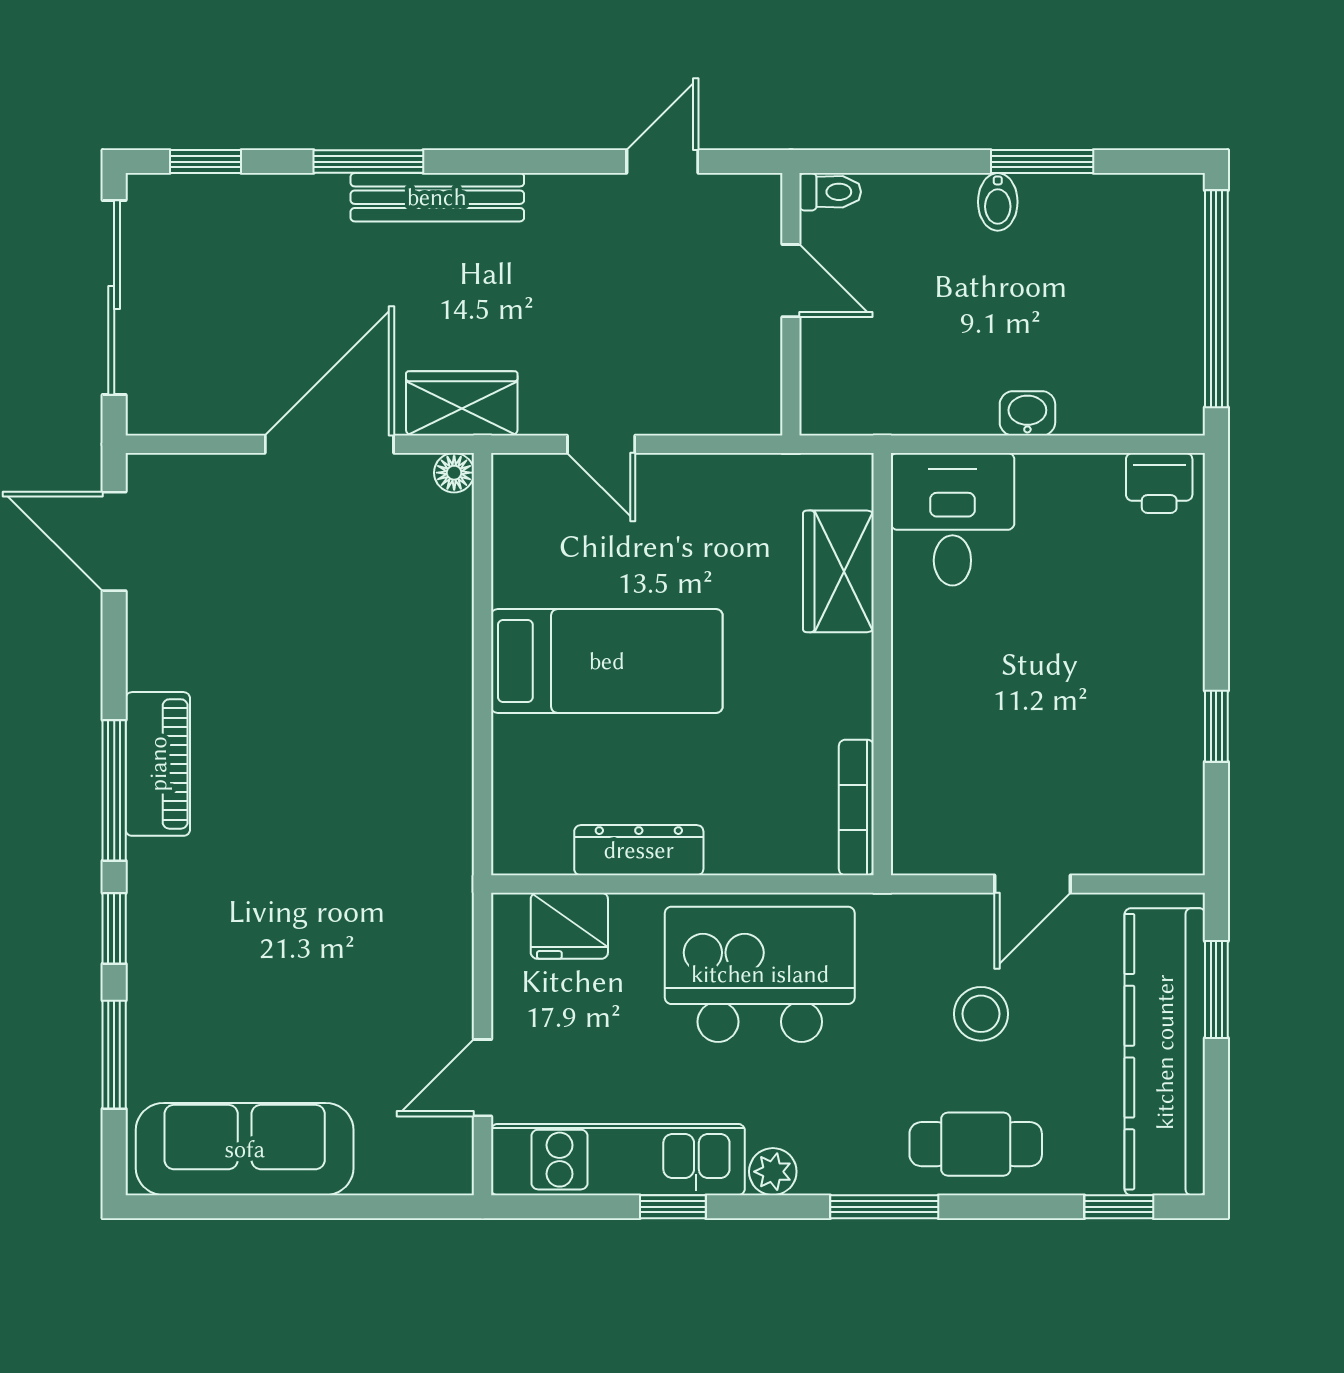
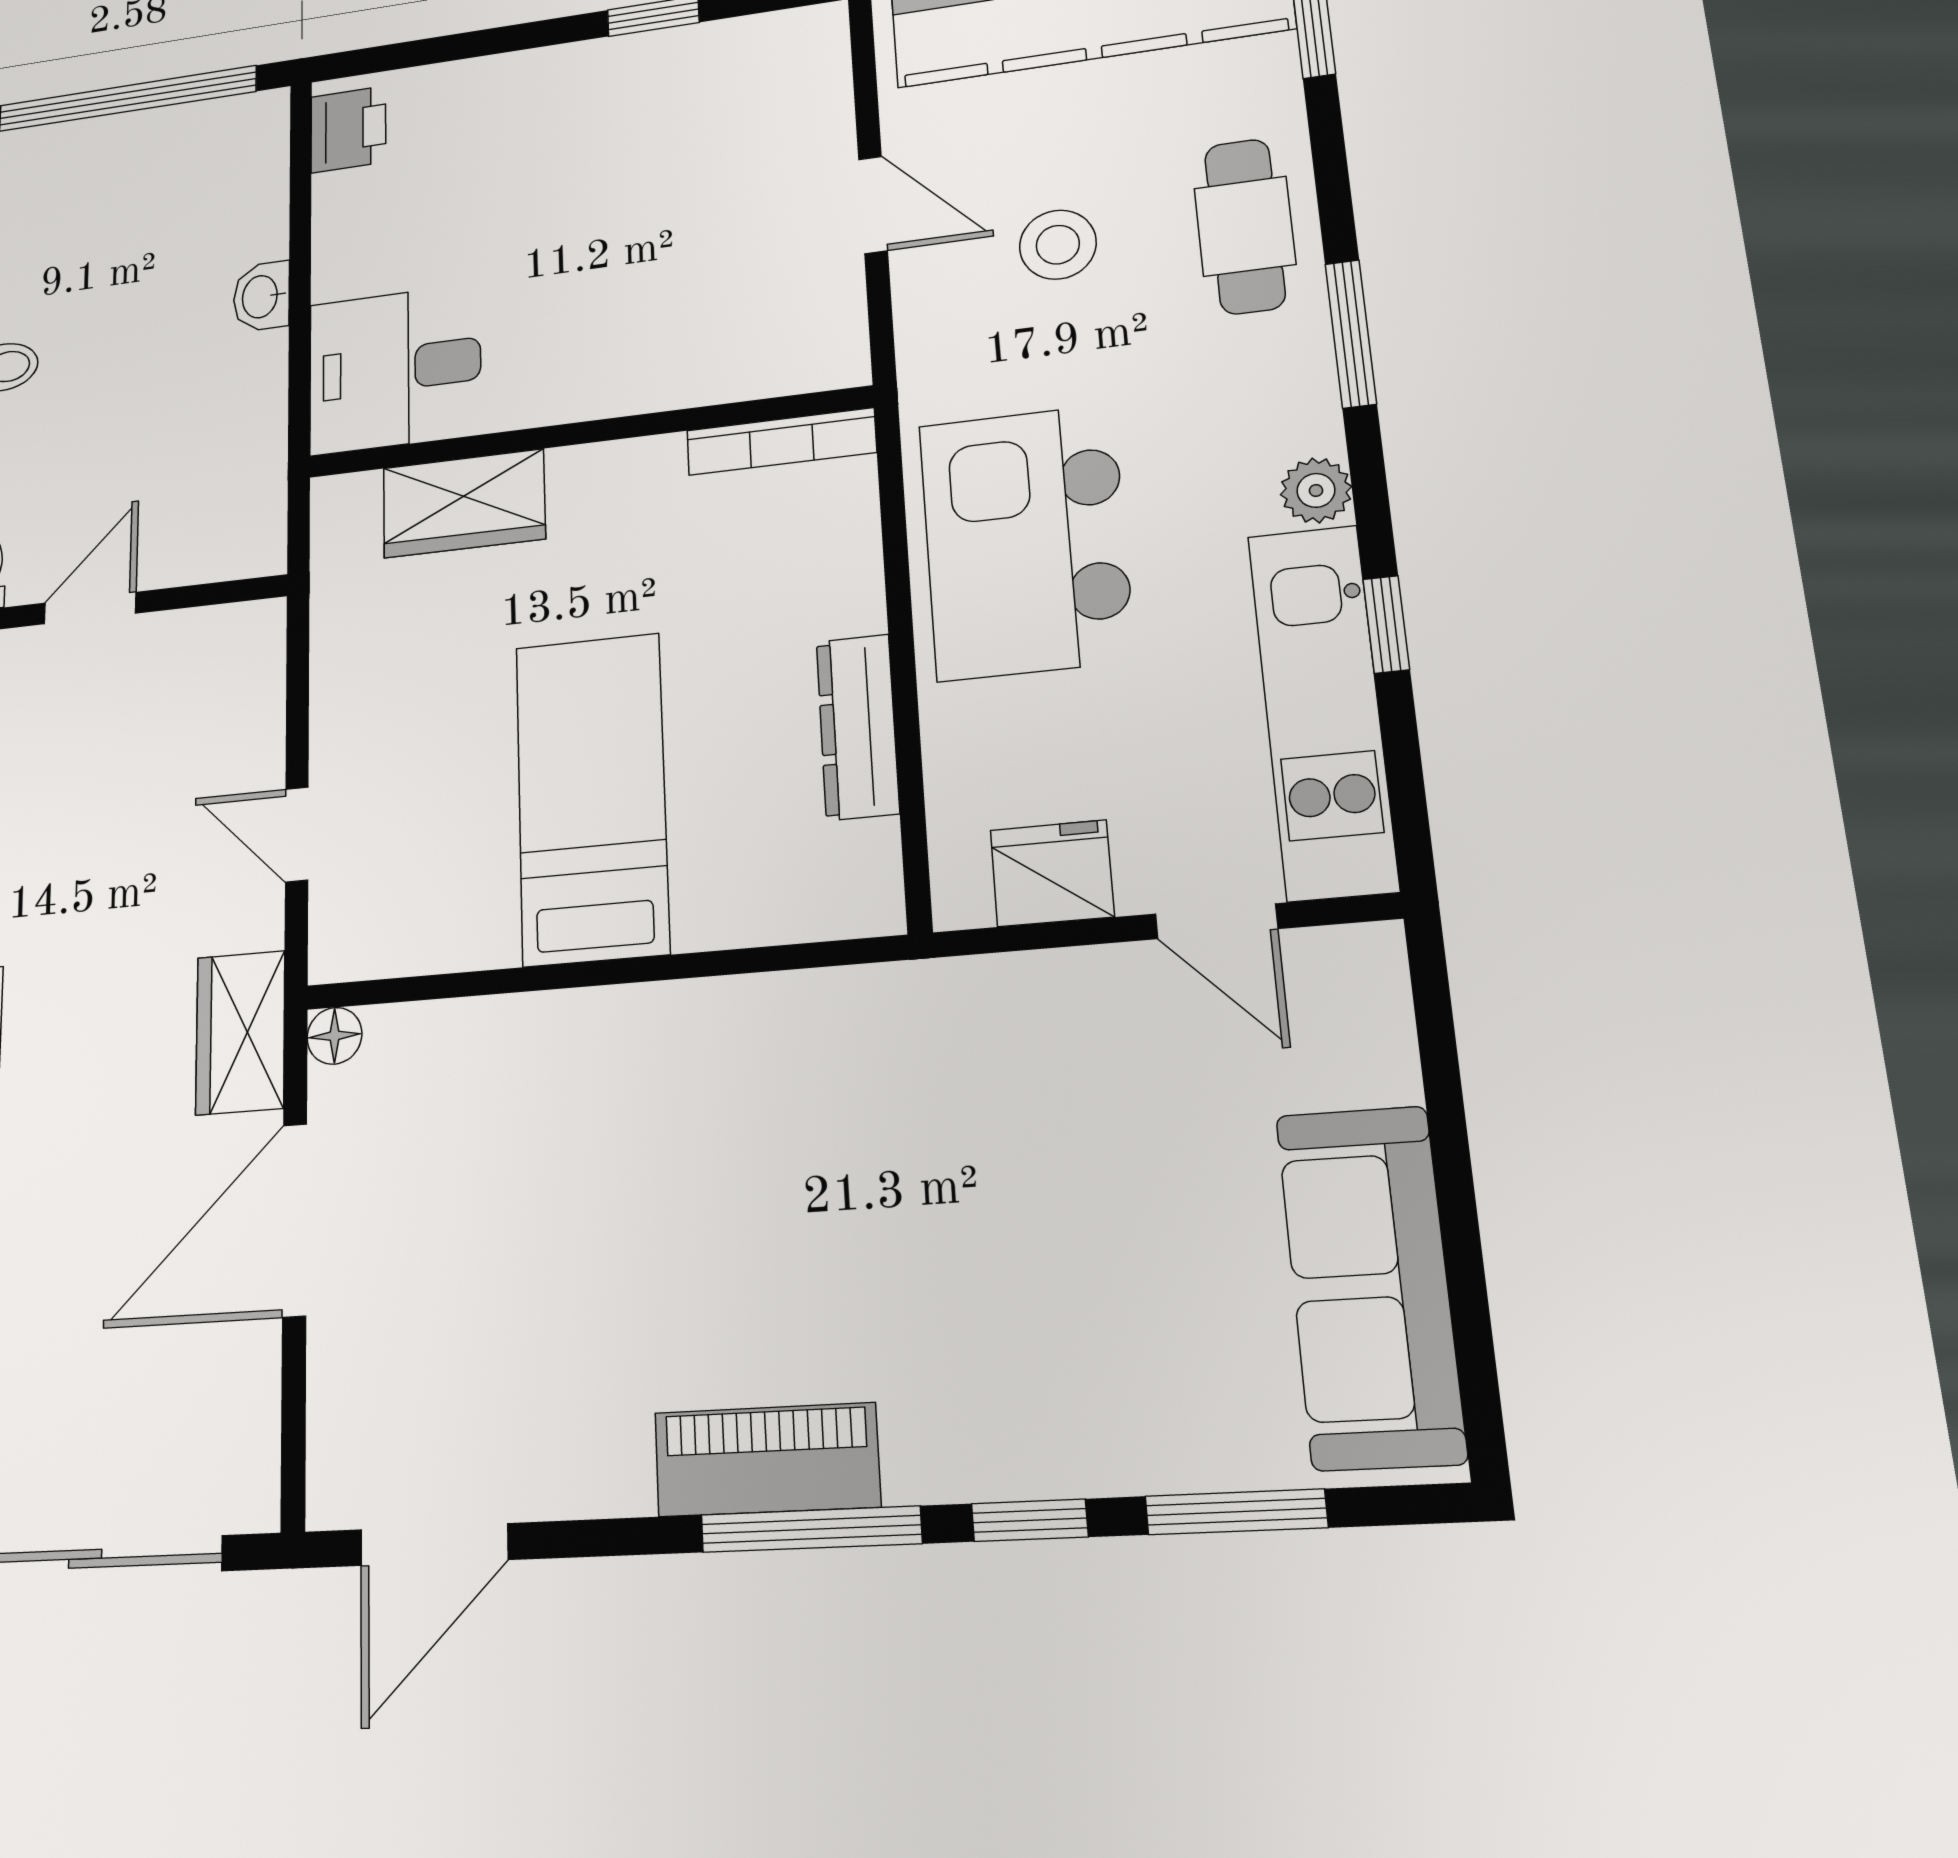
door: (329, 444) -> (295, 1220), hinge flipped
door: (601, 444) -> (297, 835), swing flipped
fridge: (569, 926) -> (1052, 873), moved, turned -90

